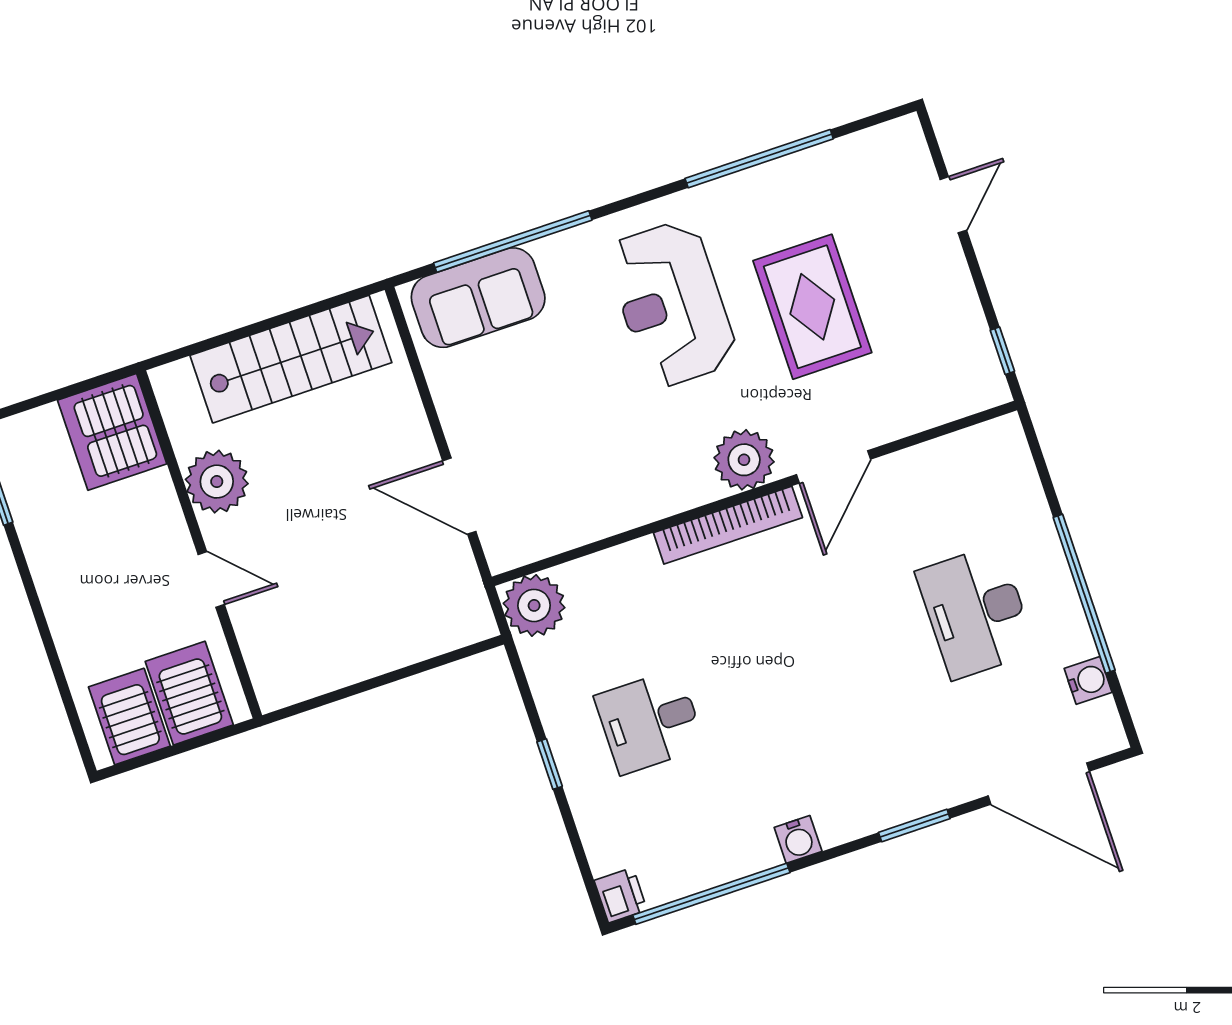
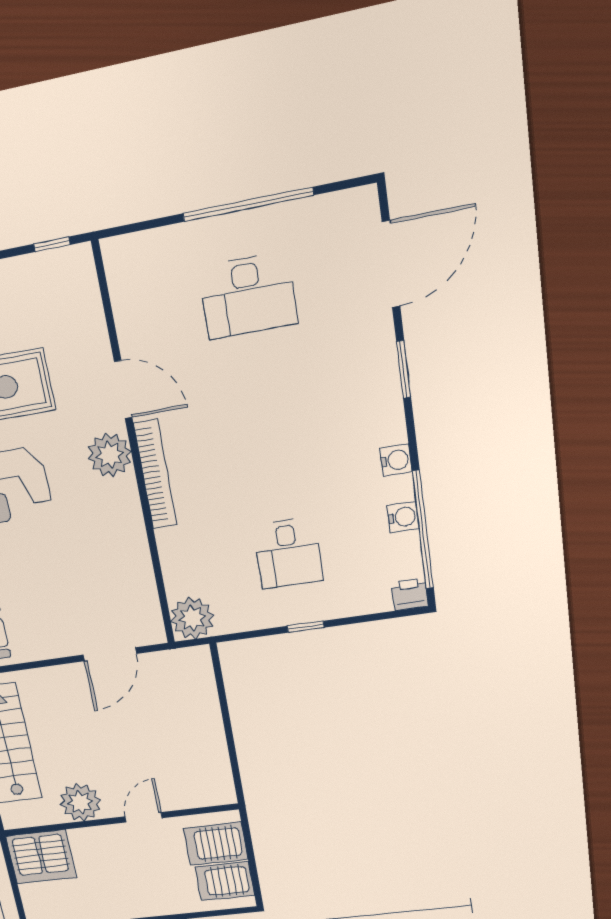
water cooler: (1088, 680) -> (403, 517), moved, turned 90

